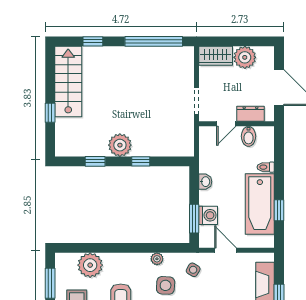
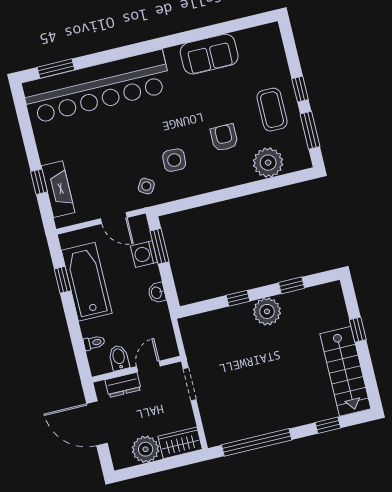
toilet: (266, 167) -> (94, 343), moved
plant: (157, 259) -> (192, 189), removed

